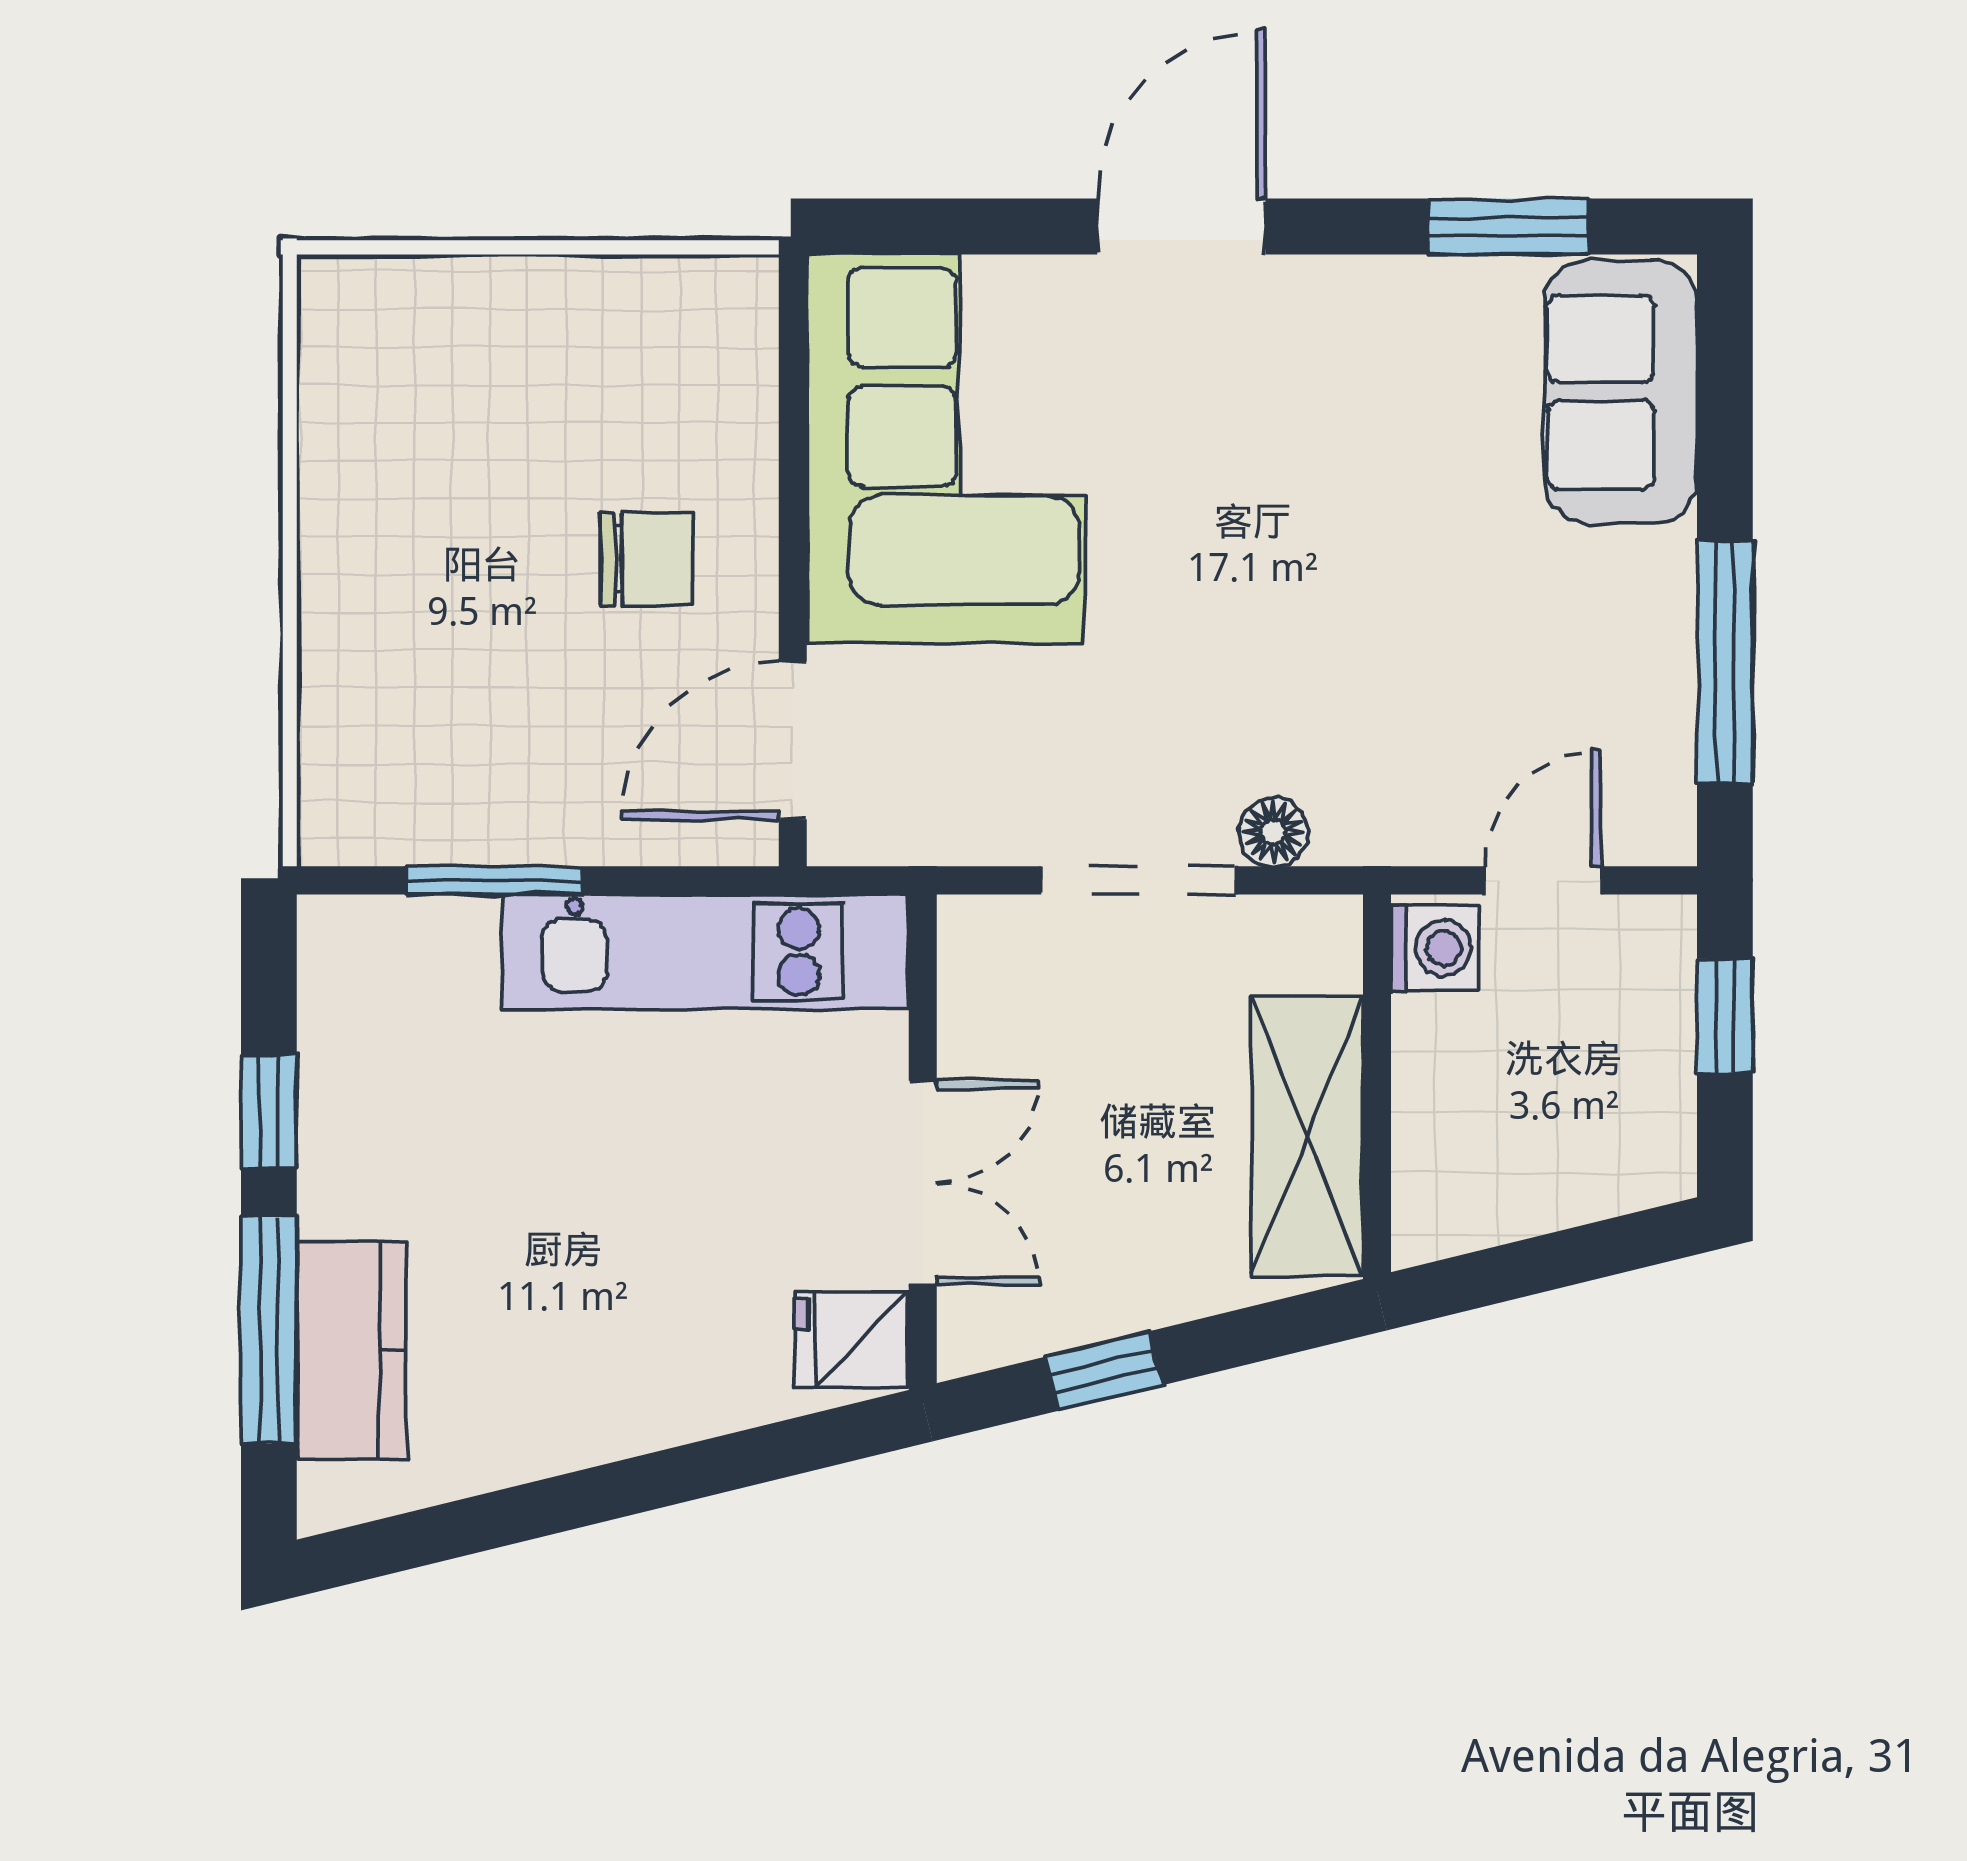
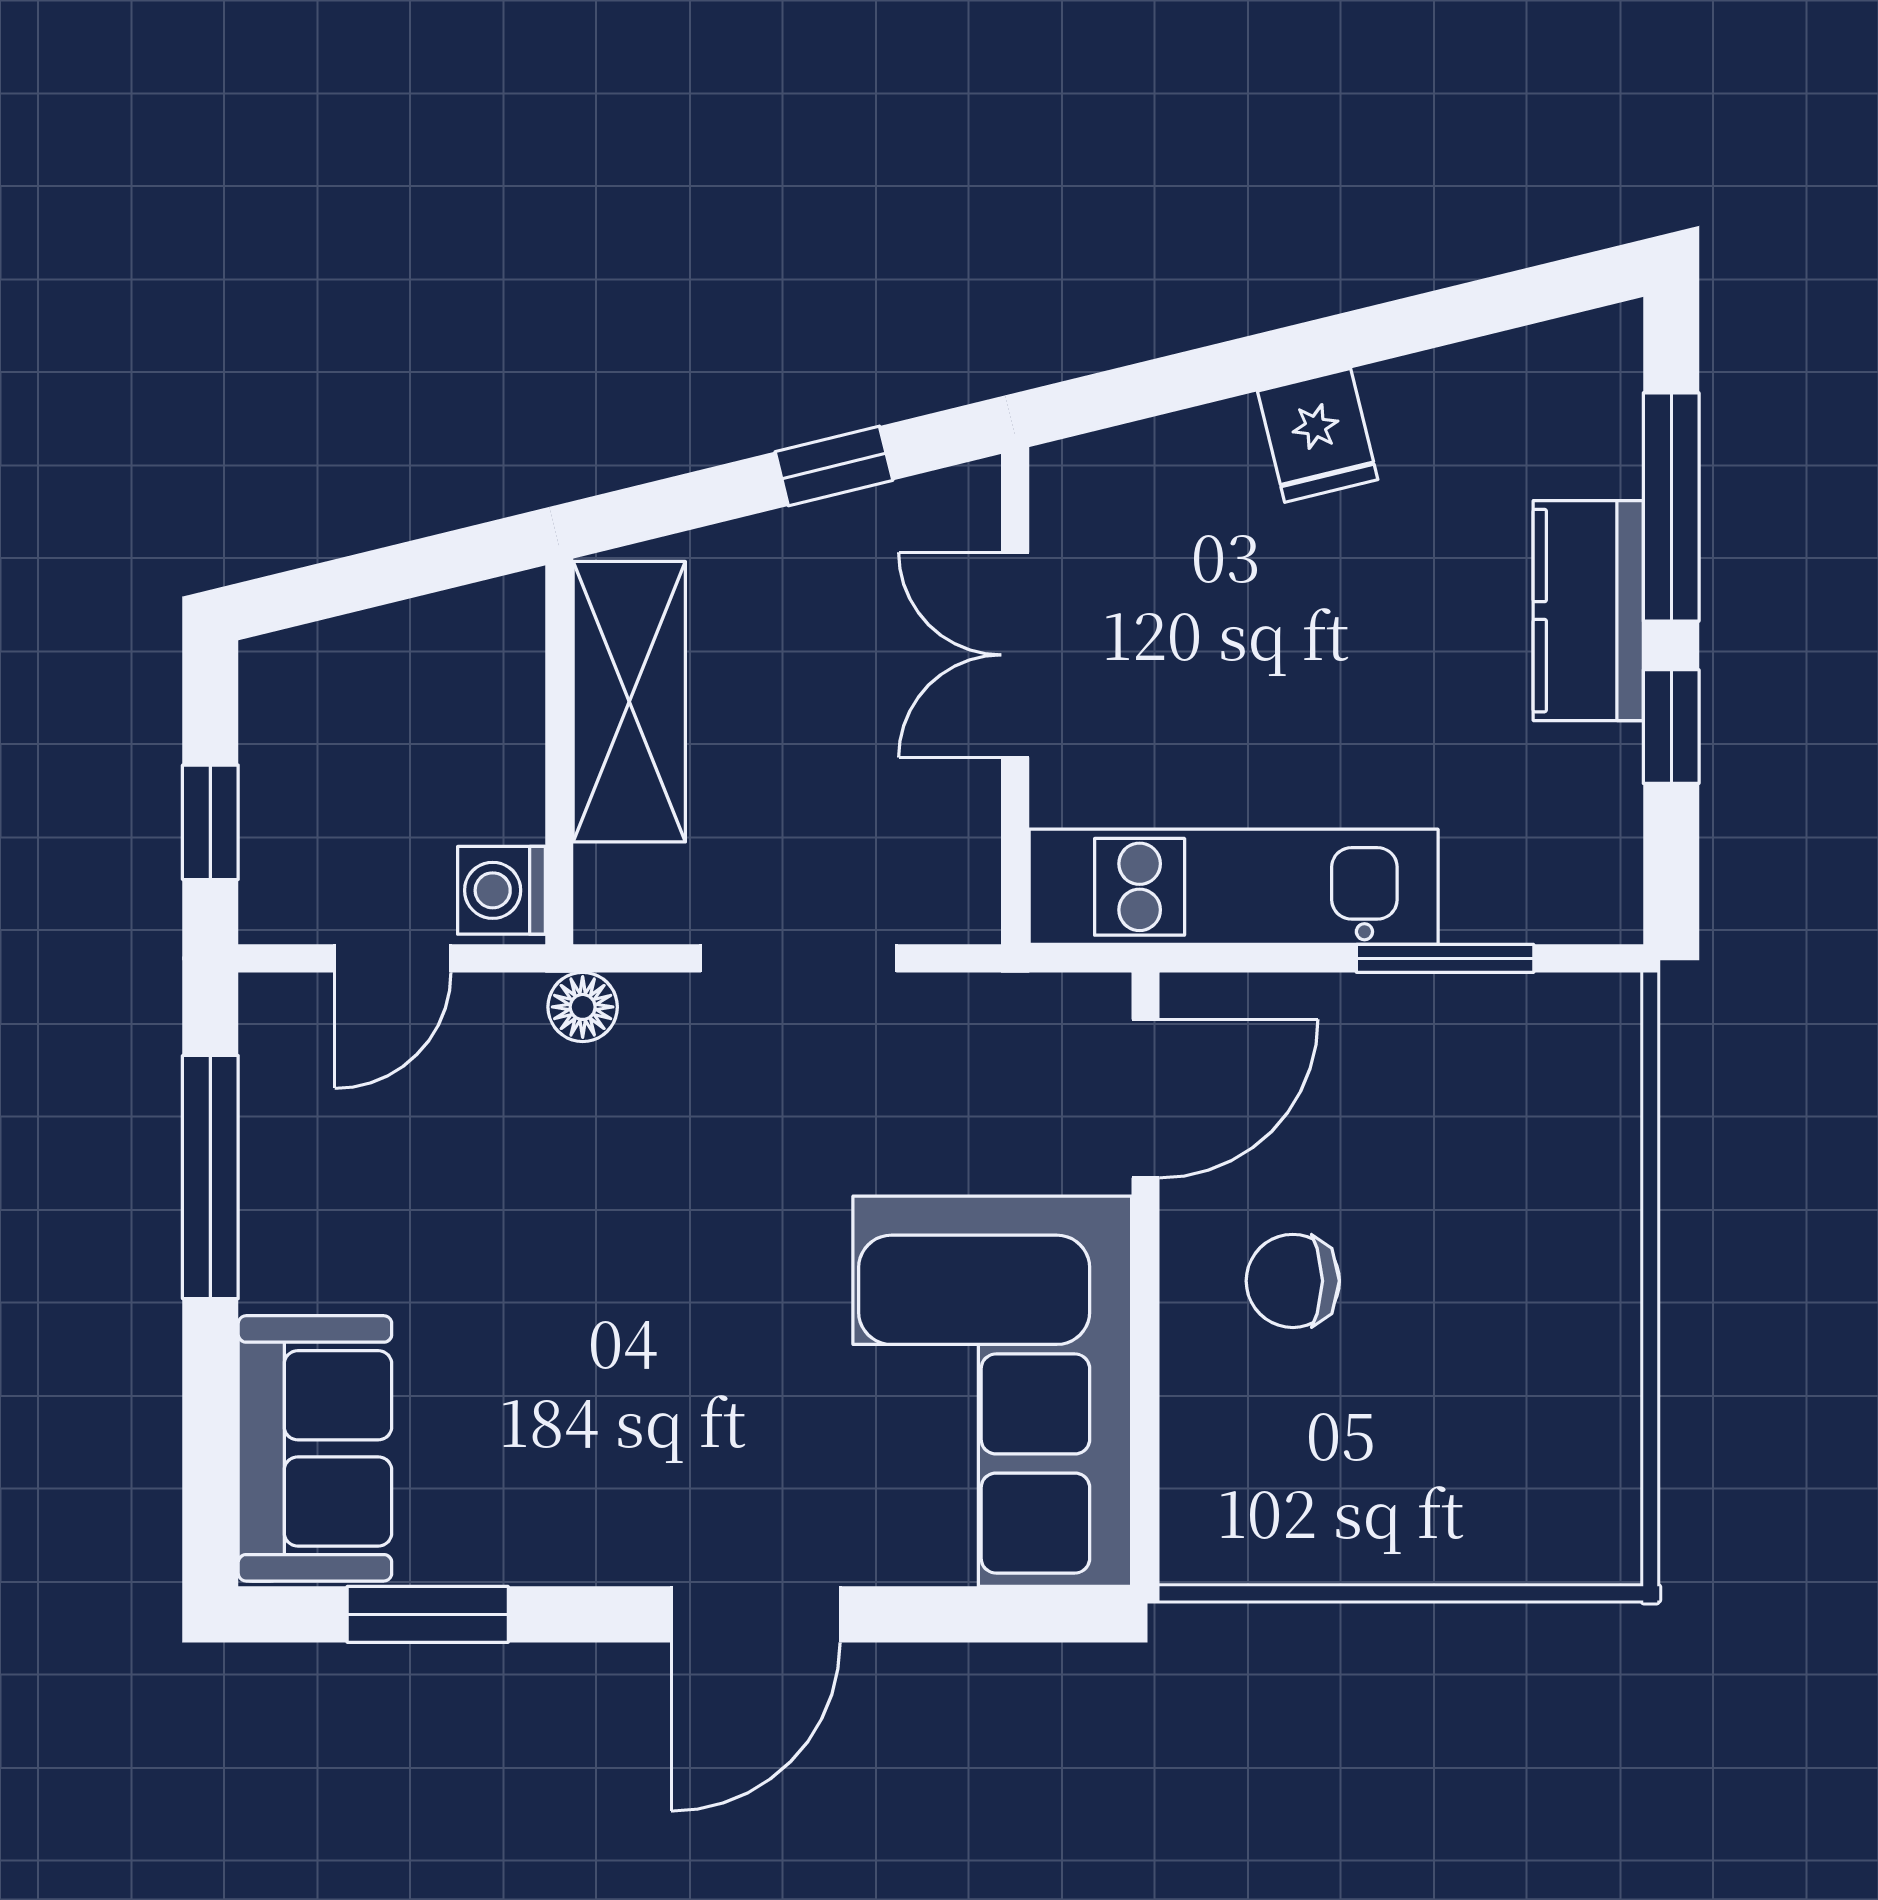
floor lamp: (1273, 832) -> (583, 1007), moved
fridge: (852, 1339) -> (1318, 435), moved, turned 76
kitchen counter: (352, 1350) -> (1588, 611), moved

